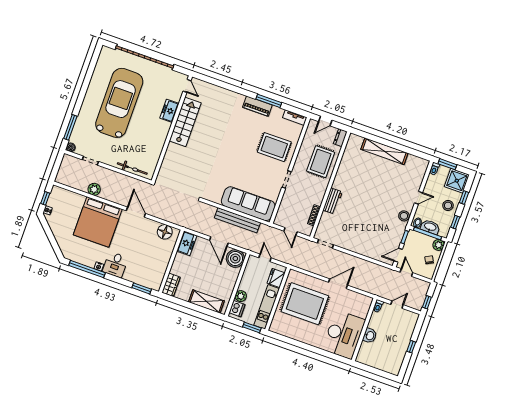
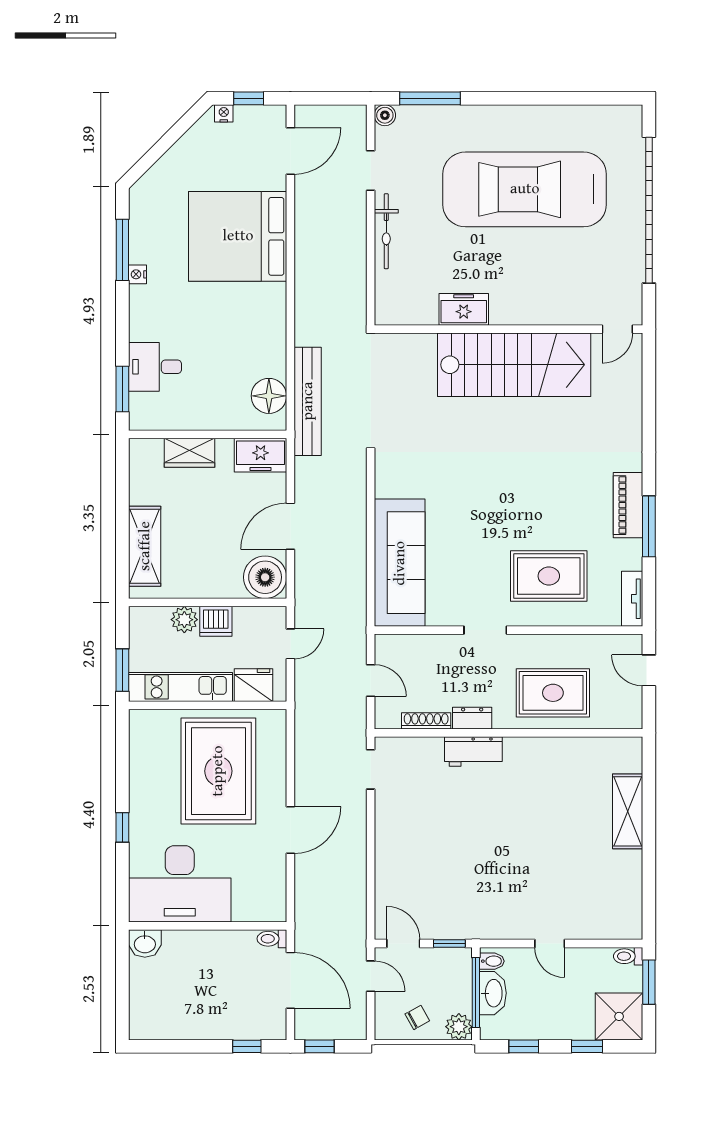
car: (119, 103) -> (525, 189), turned 180
freezer: (169, 111) -> (464, 309), moved
stairs: (185, 122) -> (514, 365), width x1.36, depth x1.51
dresser: (340, 138) -> (472, 718), moved
rug: (274, 147) -> (549, 576), turned 90
shelving: (384, 151) -> (628, 811), width x0.68
bicycle: (132, 169) -> (386, 231), moved
plant: (94, 189) -> (309, 202), removed
stool: (448, 205) -> (556, 1016), removed
door: (136, 212) -> (290, 151), moved
stool: (404, 216) -> (497, 925), removed
bench: (237, 220) -> (308, 401), moved
door: (290, 231) -> (371, 680), swing flipped
desk: (115, 265) -> (155, 367), moved
window: (87, 269) -> (122, 250), width x0.68
door: (406, 273) -> (371, 976), hinge flipped
door: (338, 284) -> (290, 830), hinge flipped
wardrobe: (171, 285) -> (189, 453), moved
door: (397, 305) -> (290, 980), width x1.88
dishwasher: (237, 309) -> (216, 621), moved
washbasin: (370, 336) -> (145, 943), moved
window: (411, 347) -> (247, 1046), moved
window: (314, 349) -> (122, 827), added

